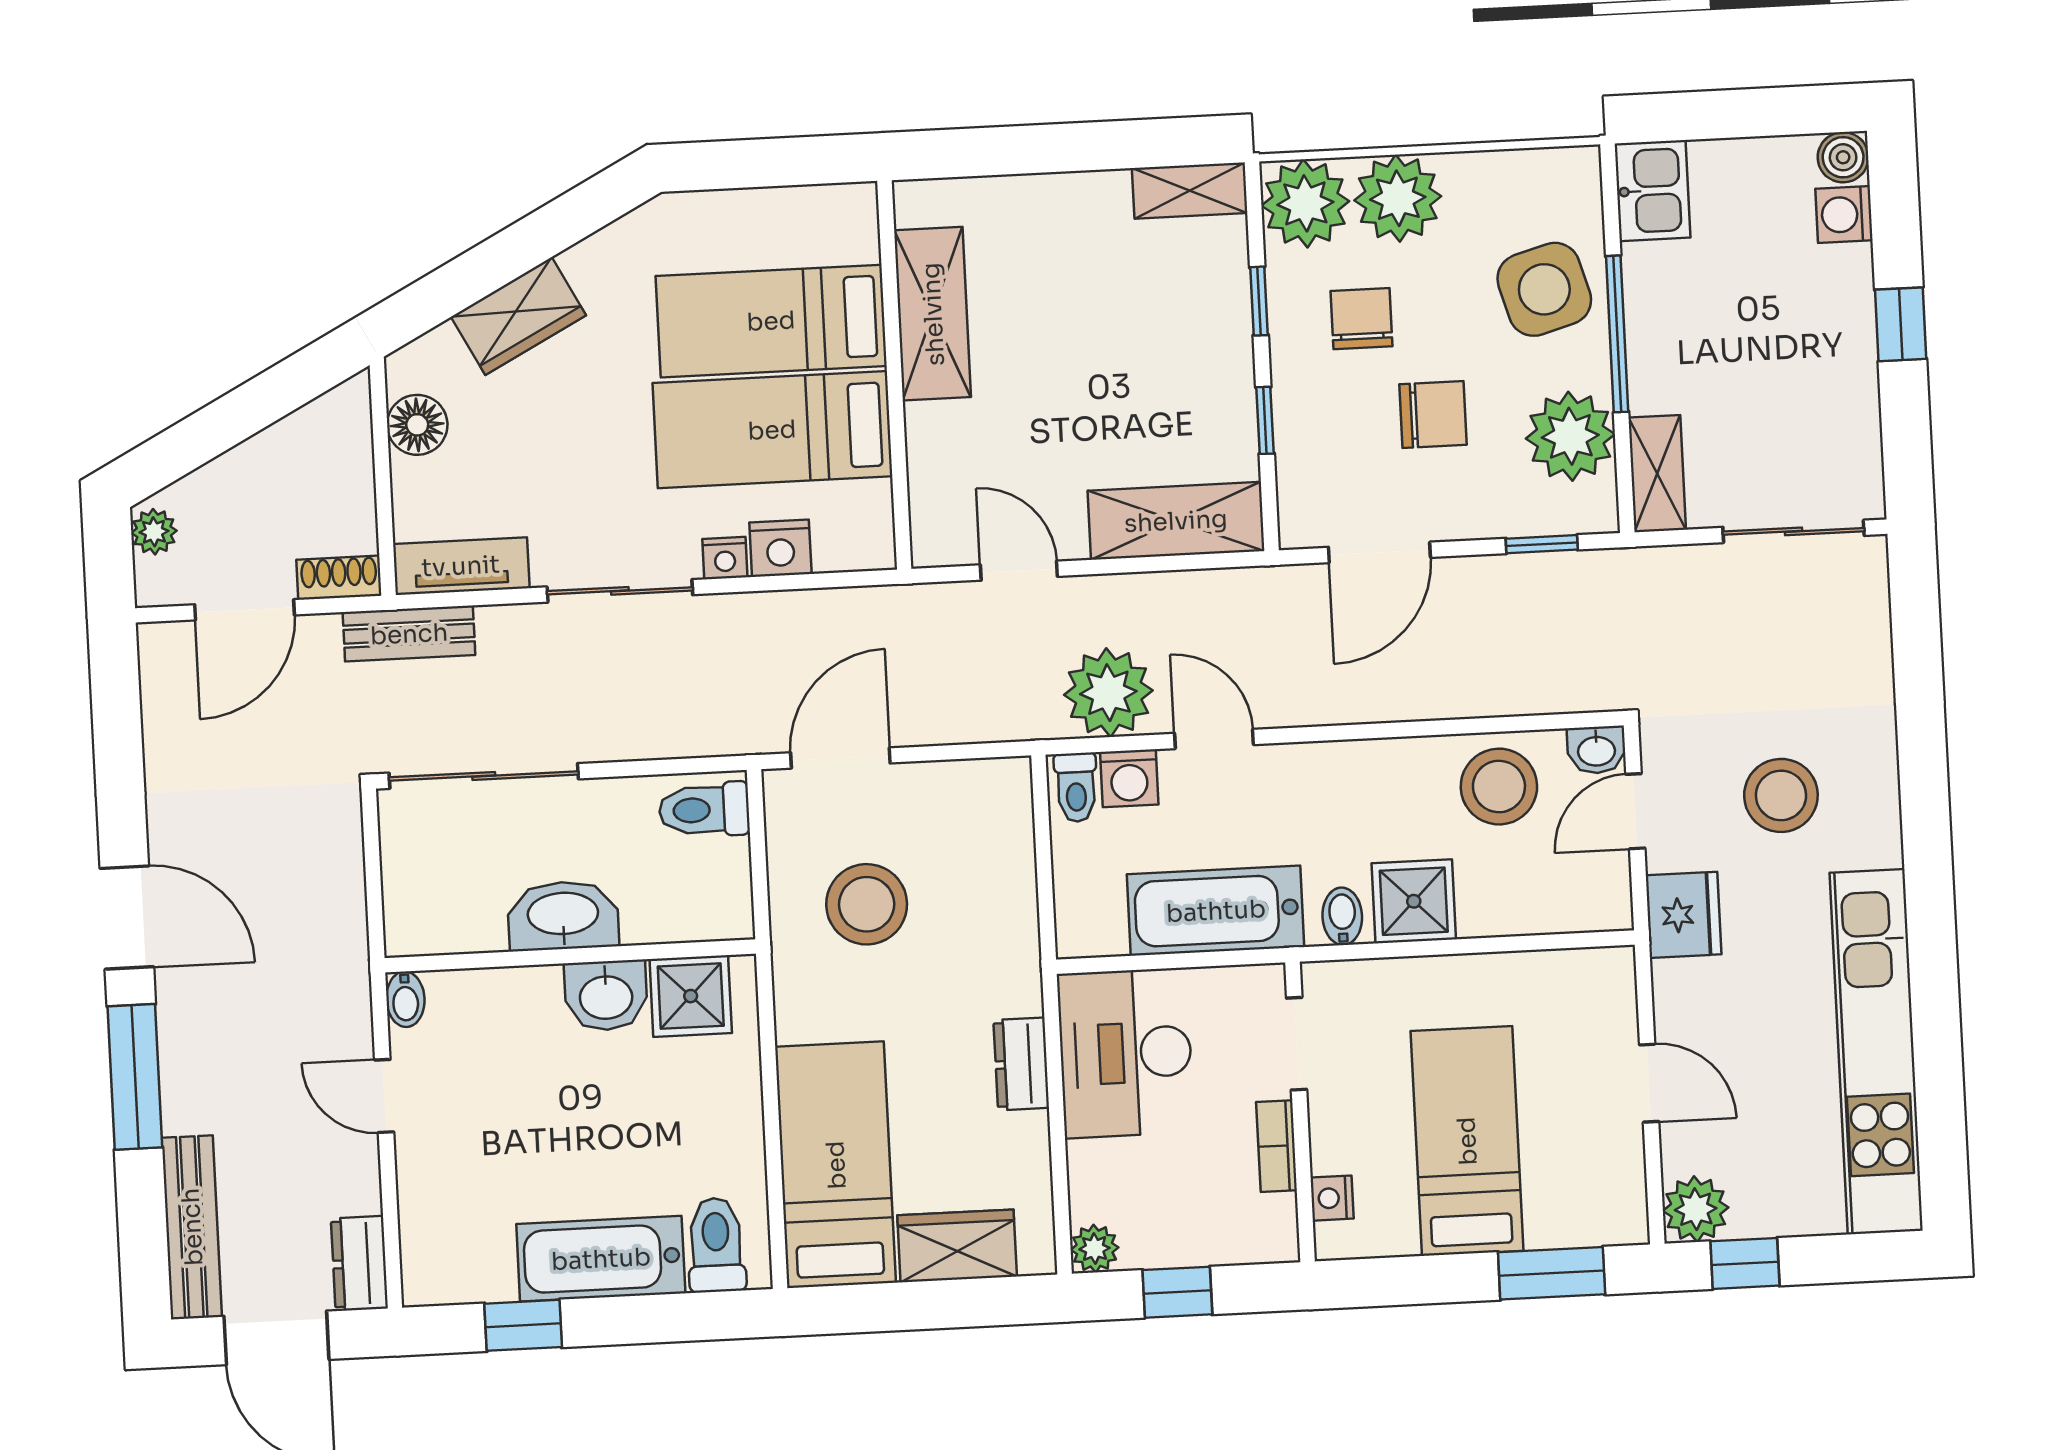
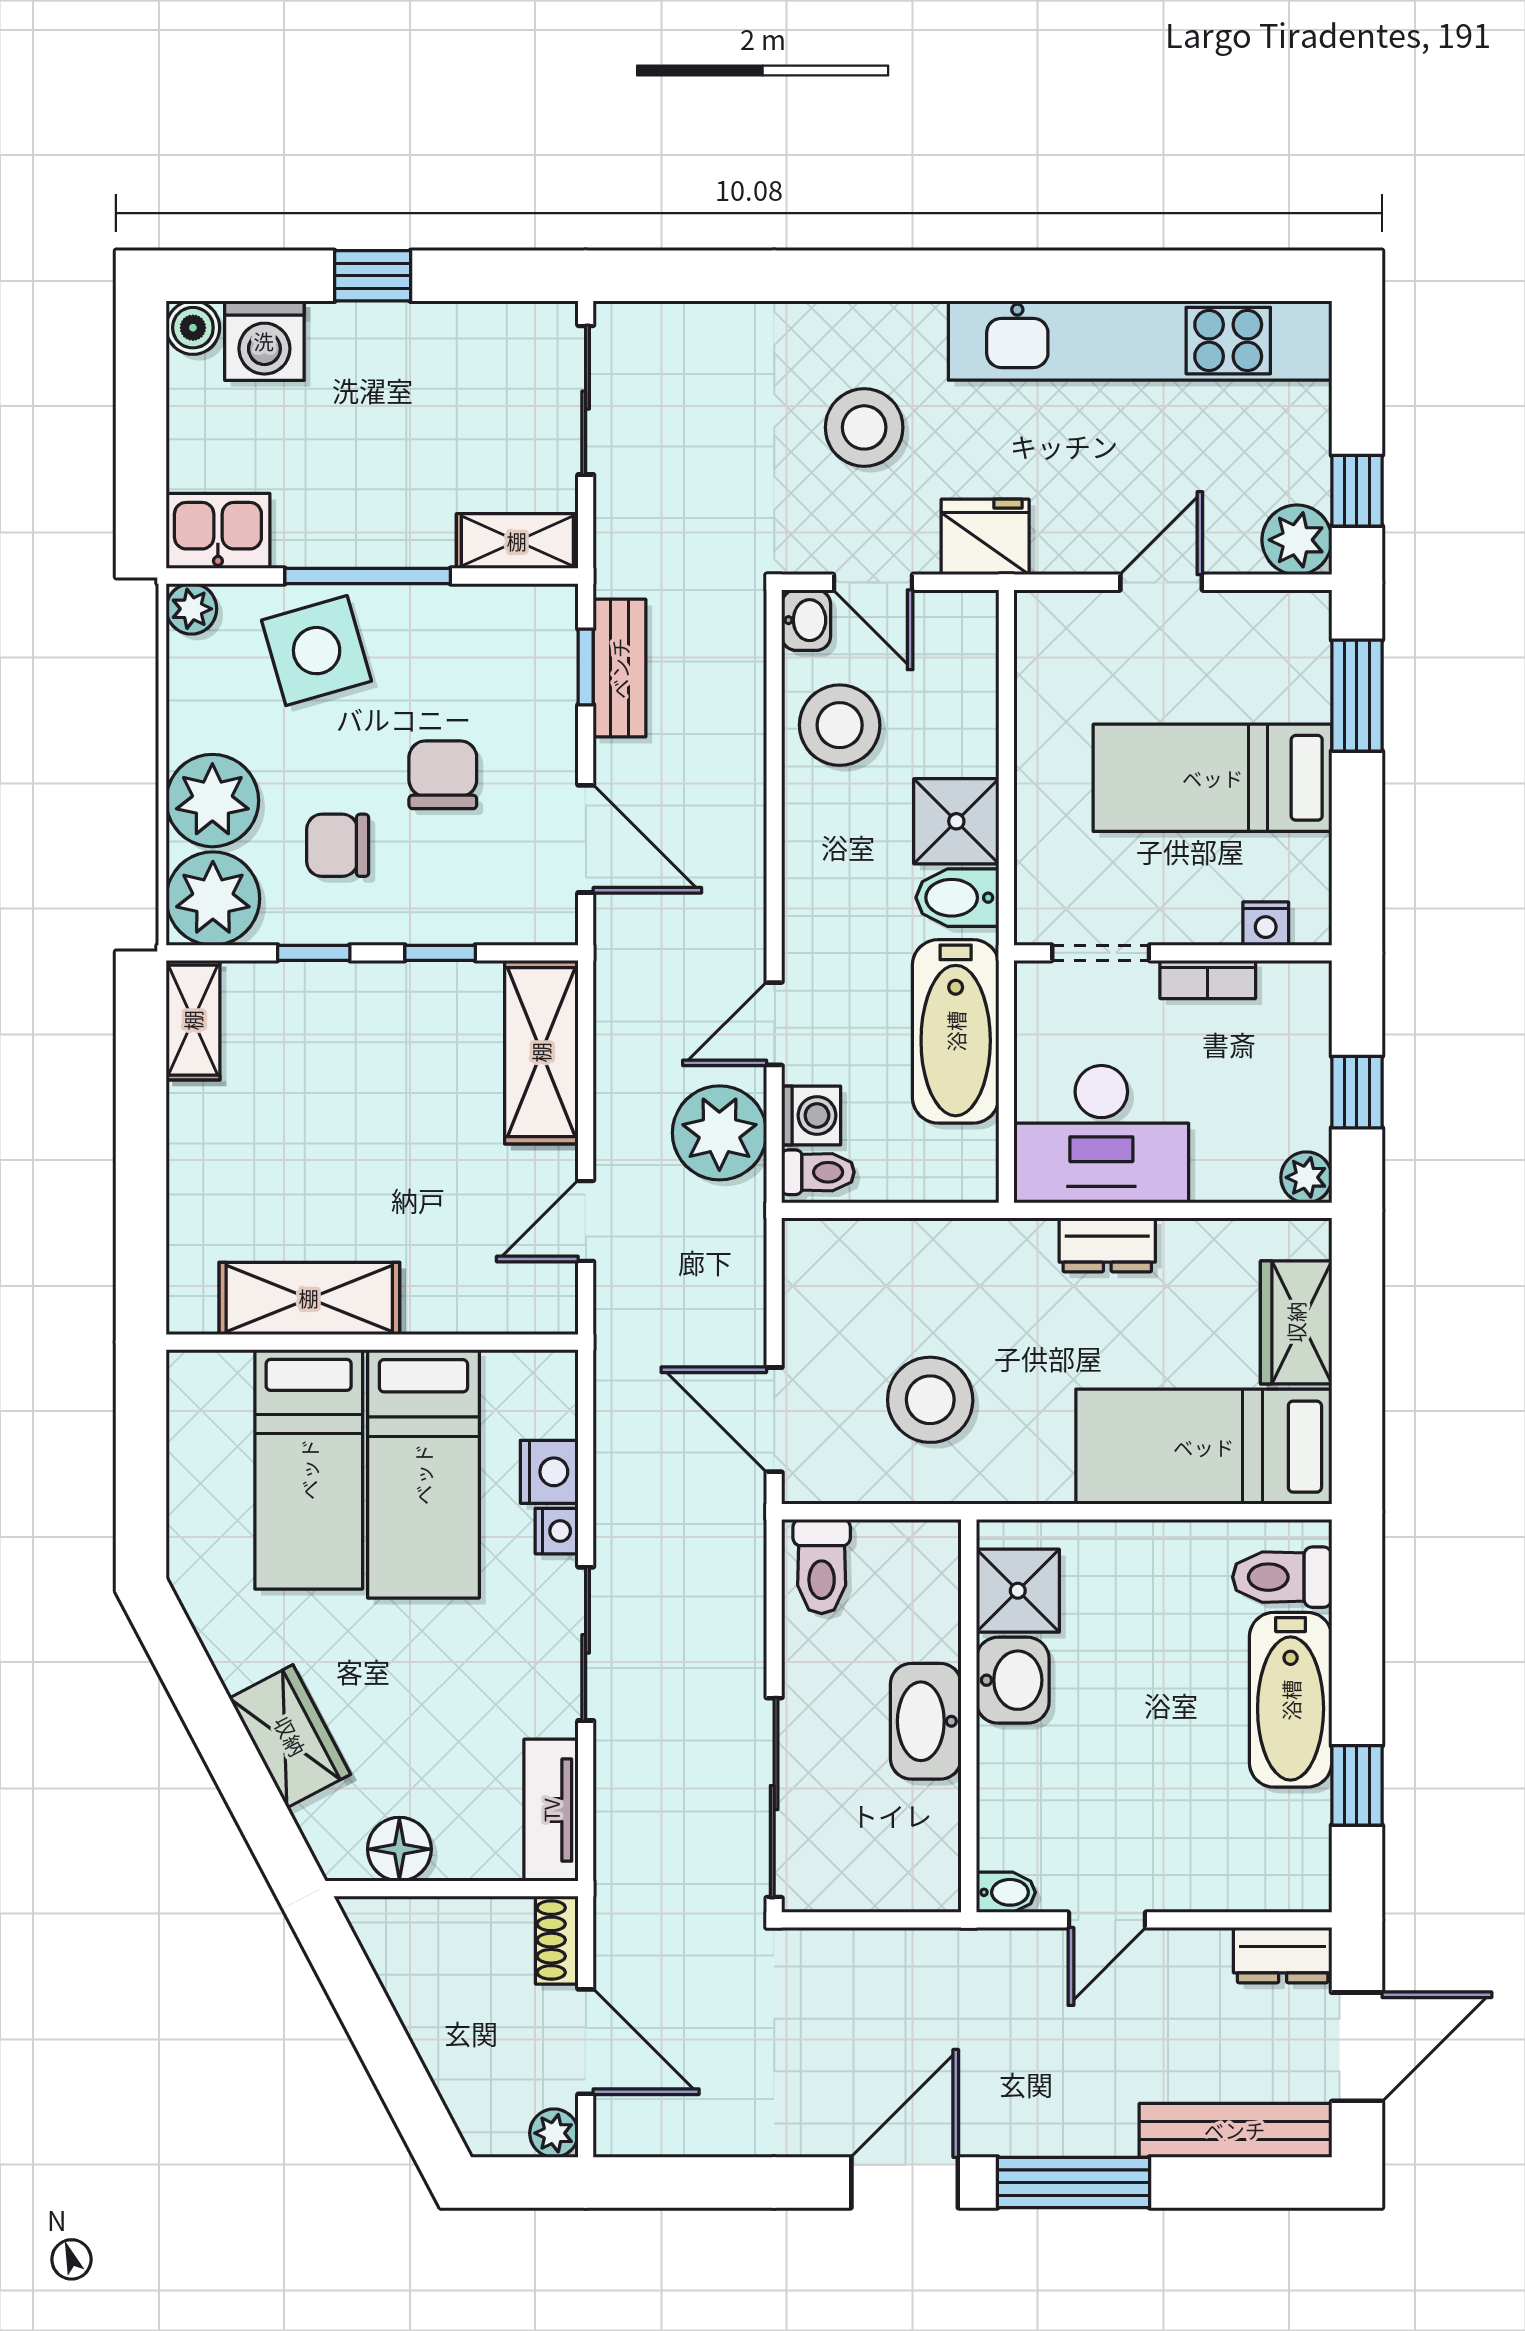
washing machine: (1844, 215) -> (264, 341), width x1.38, depth x1.38
plant: (1570, 436) -> (191, 609), moved, width x0.53, depth x0.53
plant: (154, 532) -> (554, 2133), moved
bench: (409, 634) -> (620, 668), moved
bidet: (1342, 916) -> (957, 898), width x1.38, depth x1.36

